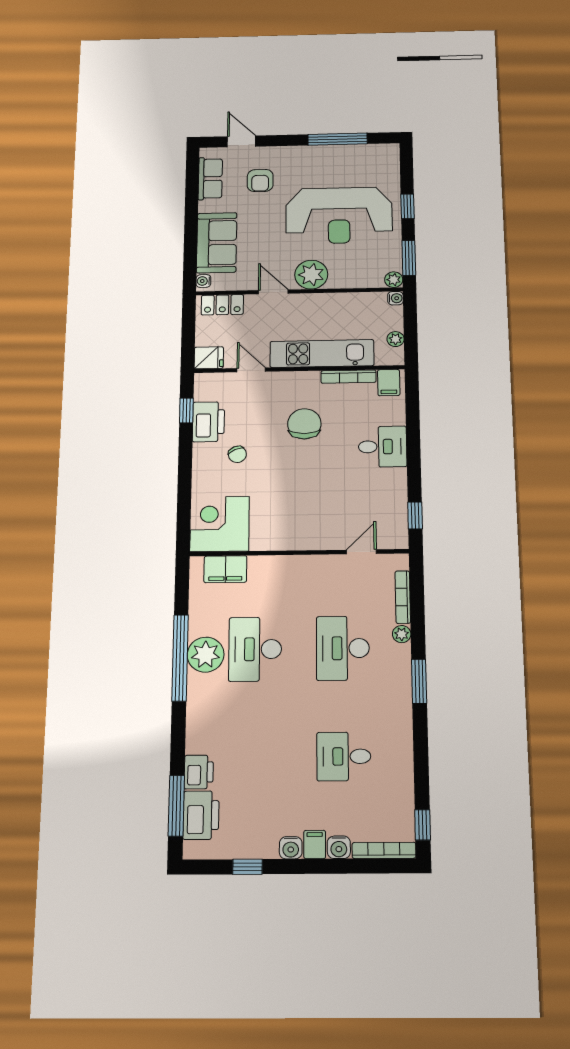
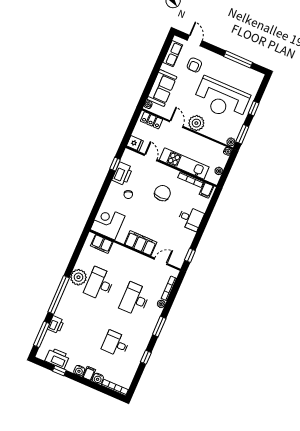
filing cabinet: (304, 535) -> (141, 243), added
window: (180, 658) -> (59, 295), moved
printer: (201, 815) -> (57, 358), moved, turned -90
window: (423, 825) -> (146, 357), moved

